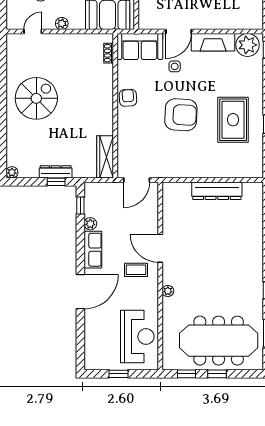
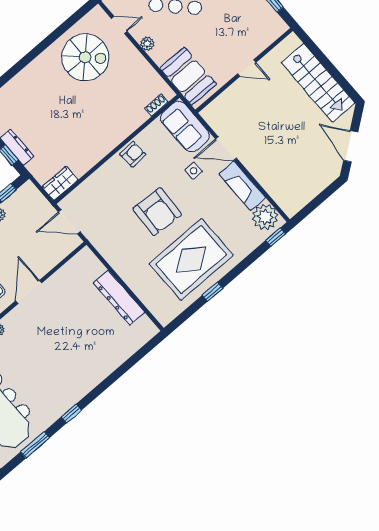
spiral stairs: (36, 98) -> (85, 57), moved
rug: (233, 120) -> (191, 259), width x1.37, depth x1.44
wardrobe: (105, 157) -> (60, 183), width x0.67

